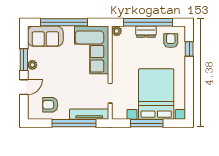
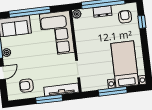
bed with nightstands: (156, 94) -> (125, 64), width x0.73
window: (74, 123) -> (49, 99), width x0.68

